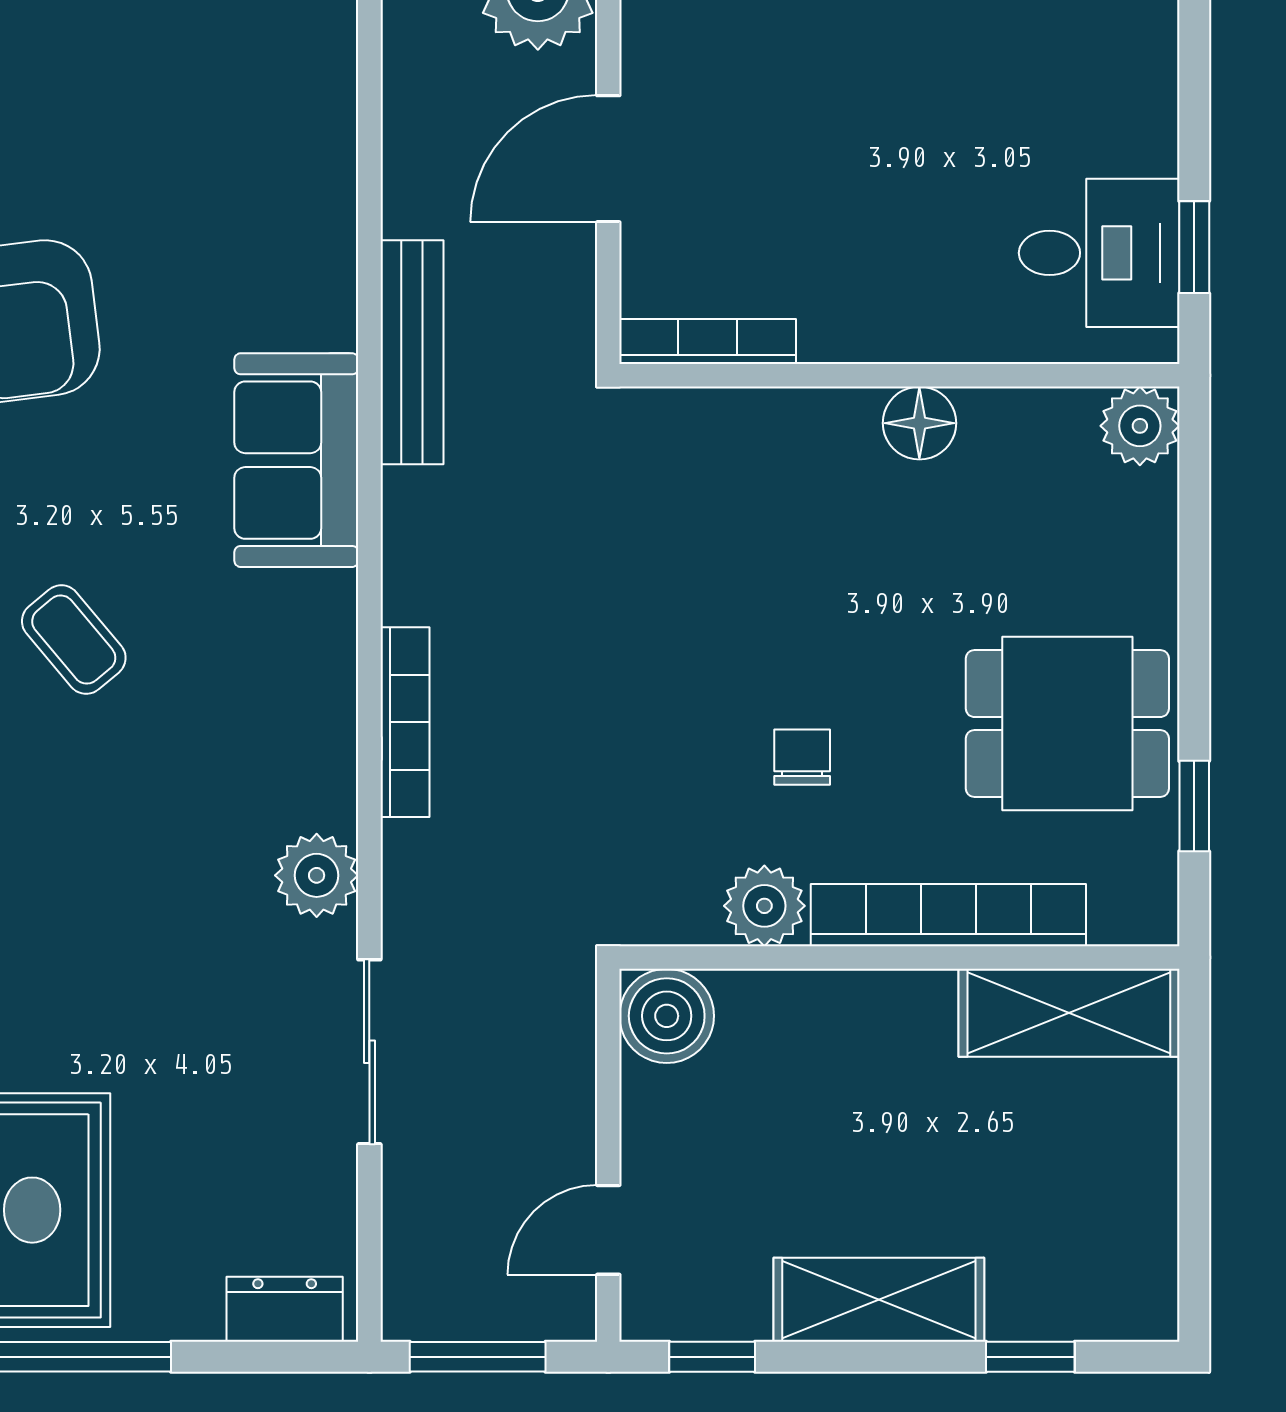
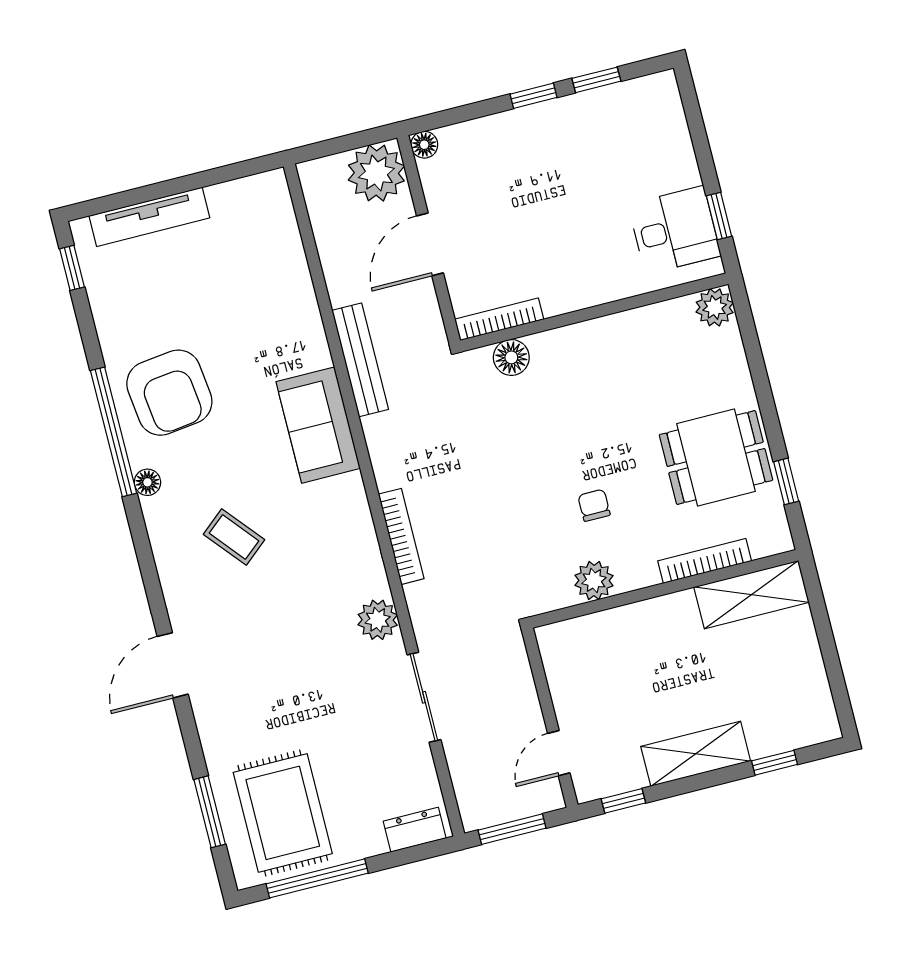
floor lamp: (919, 423) -> (511, 357), moved
bookcase: (948, 915) -> (705, 561), width x0.68, depth x0.76
boiler: (667, 1016) -> (561, 644), removed

